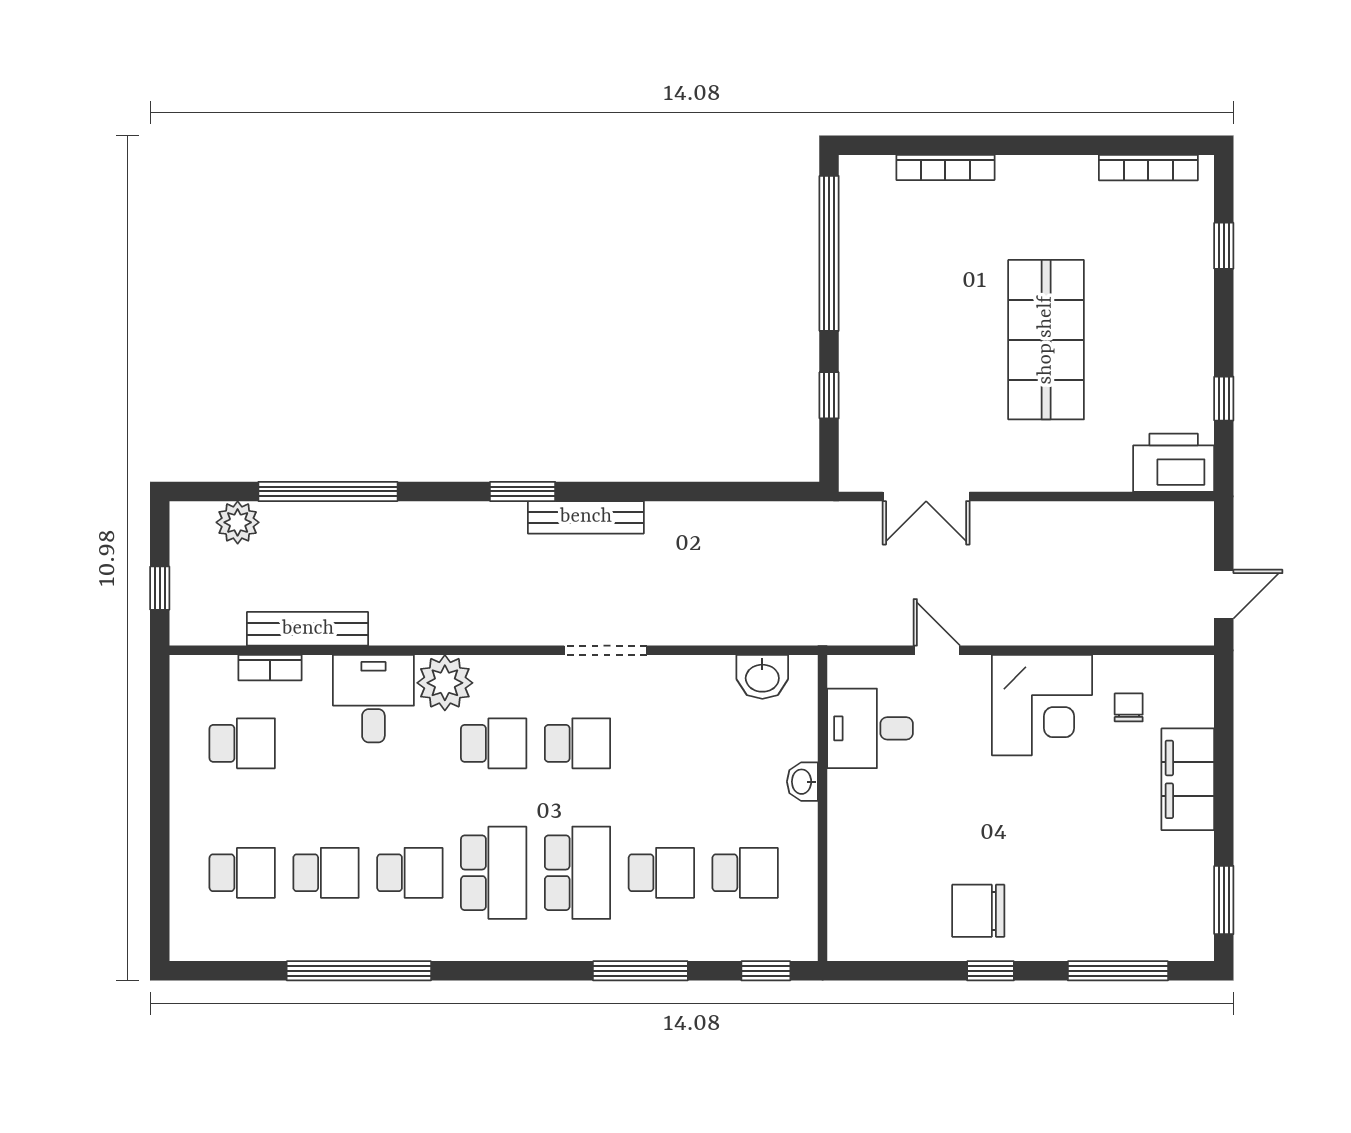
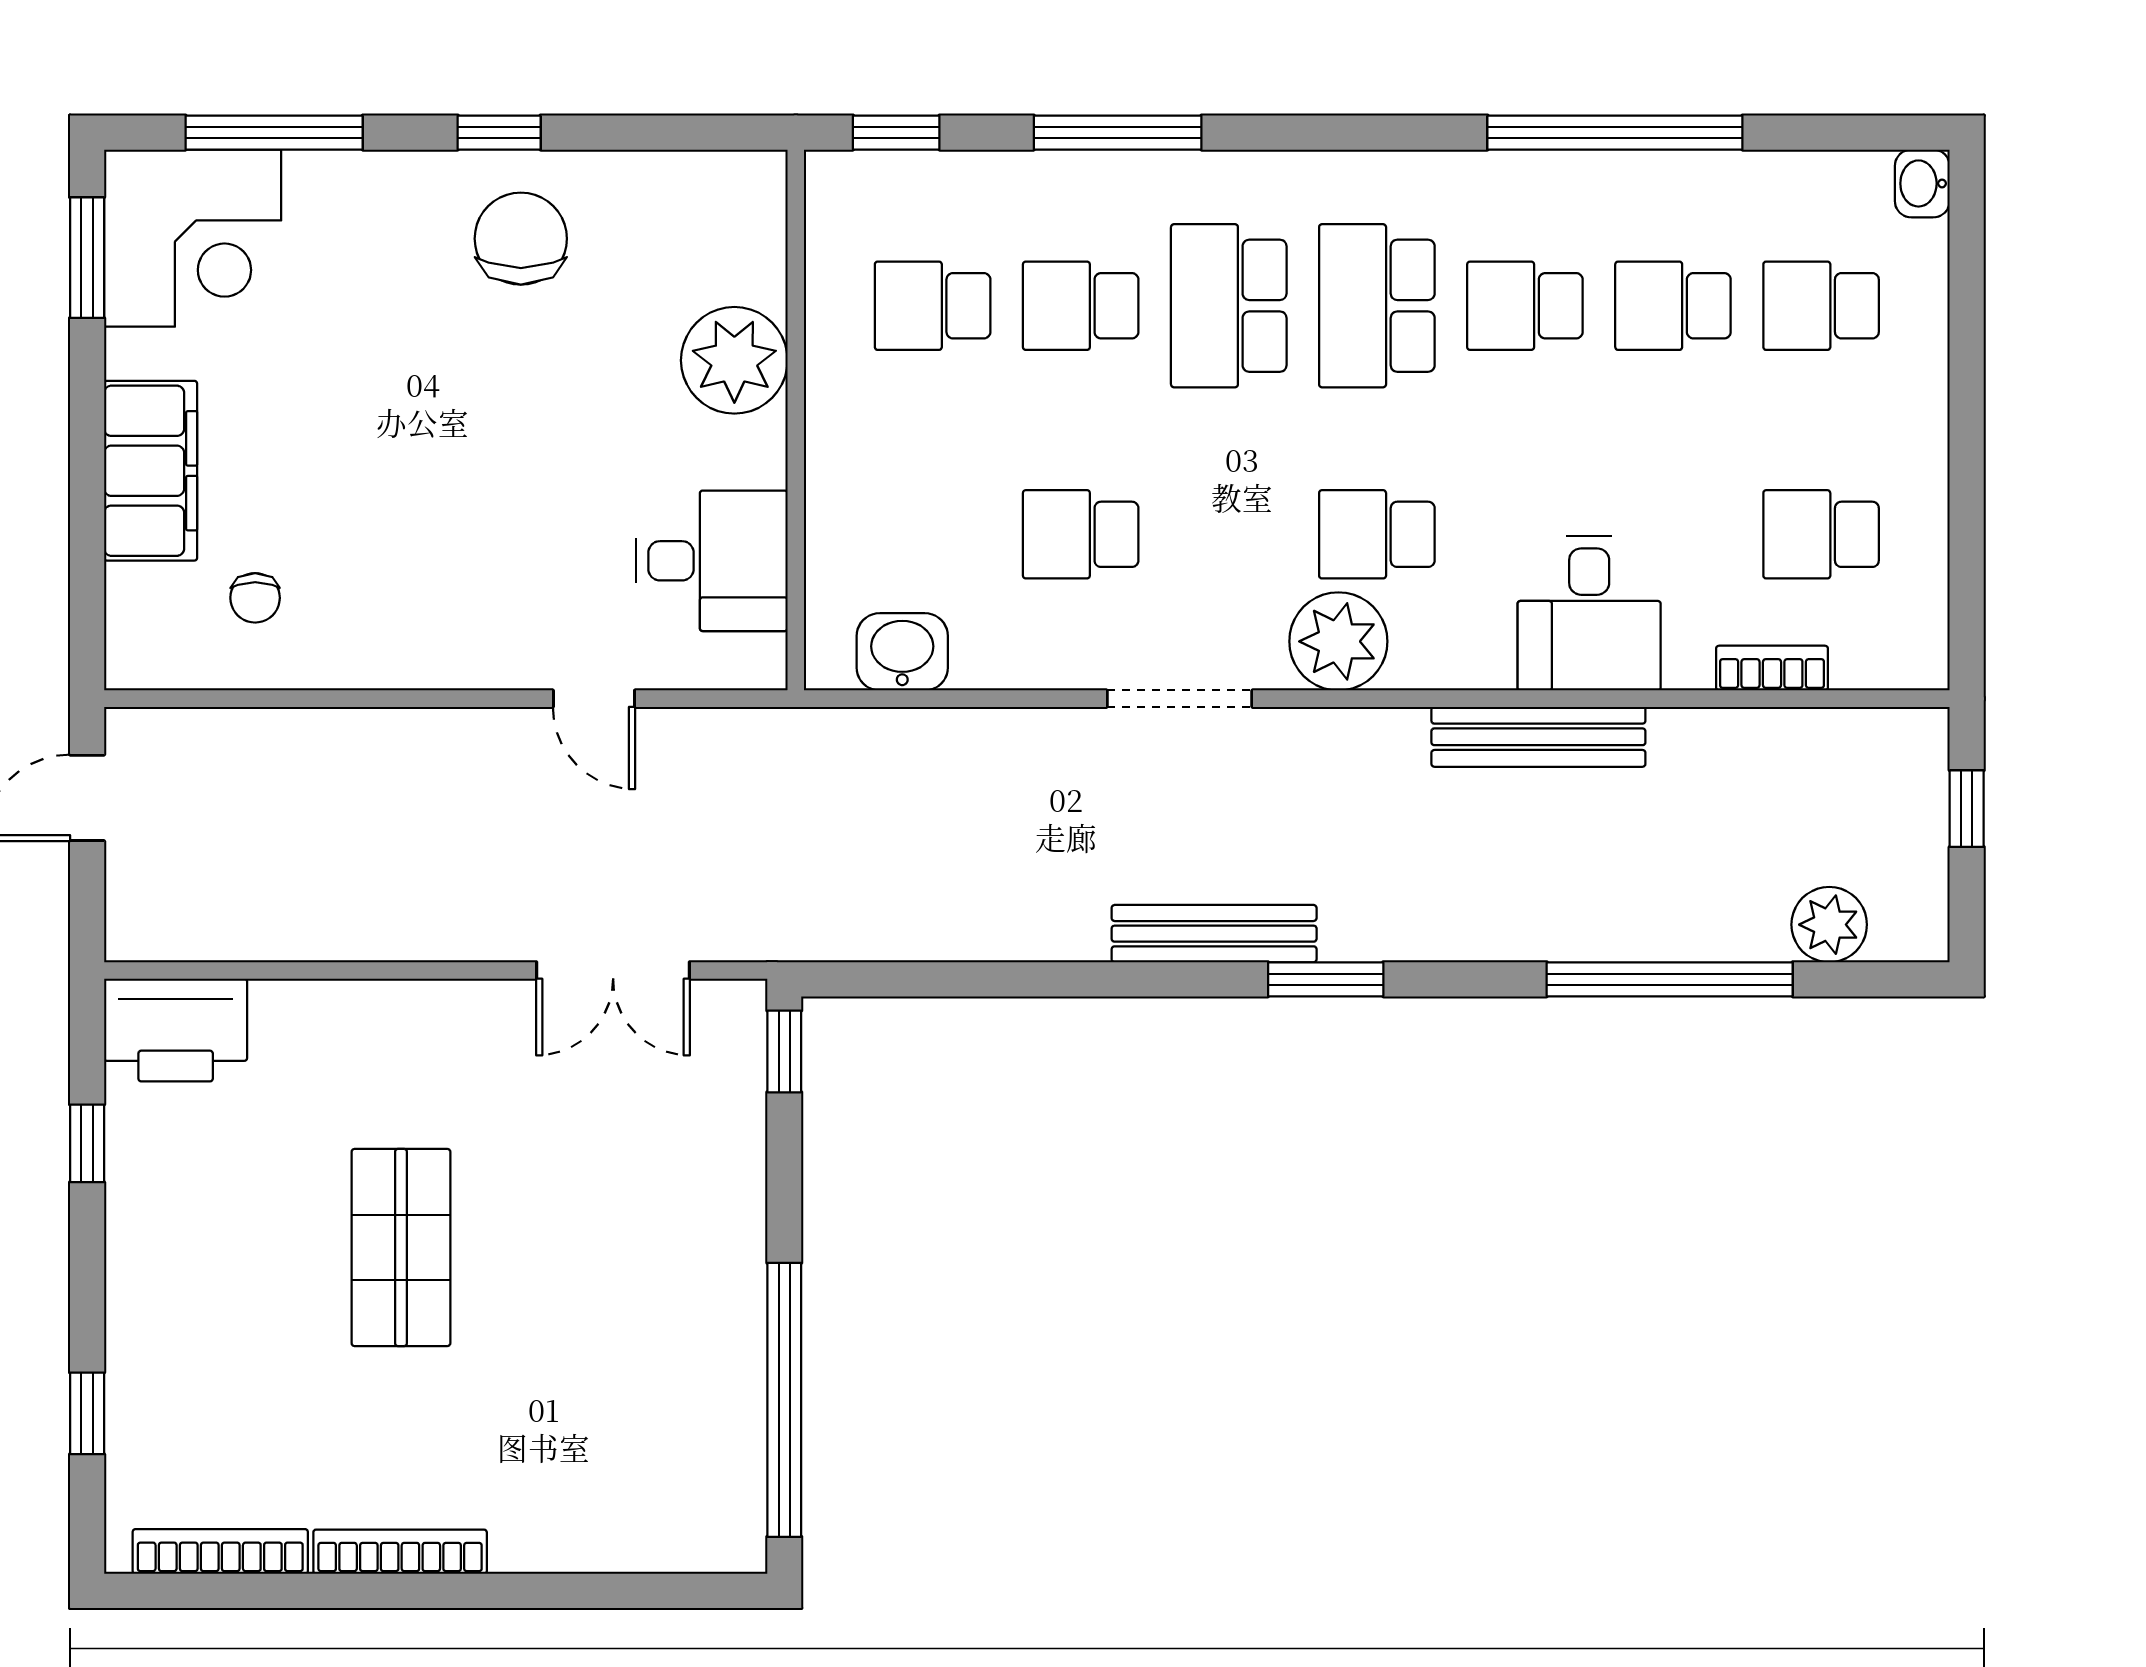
bookcase: (945, 167) -> (400, 1552), moved
shop shelf: (1046, 340) -> (401, 1247), width x0.70, depth x0.74
window: (829, 395) -> (784, 1051), moved
double door: (926, 496) -> (613, 970), swing flipped
bench: (308, 629) -> (1538, 737), moved
plant: (445, 683) -> (1338, 641), moved
corner desk: (1042, 705) -> (193, 238), moved, turned 180
school desk: (577, 743) -> (1081, 534), moved
washbasin: (802, 782) -> (1922, 183), moved, turned 180
plant: (857, 842) -> (734, 360), added
chair: (978, 911) -> (521, 239), turned -90

